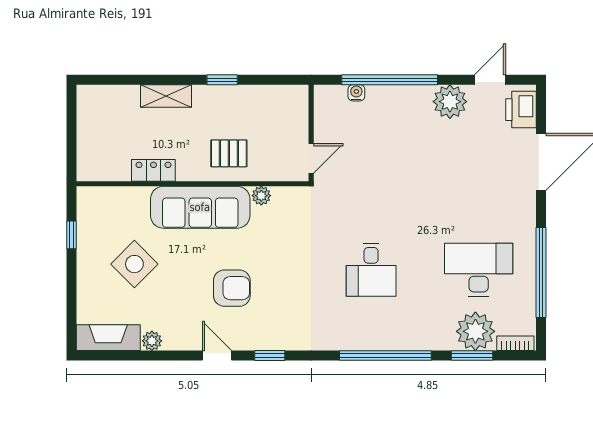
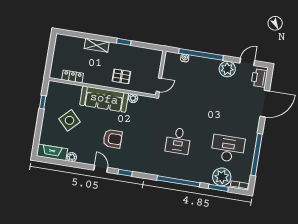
locker: (153, 170) -> (73, 76), moved

